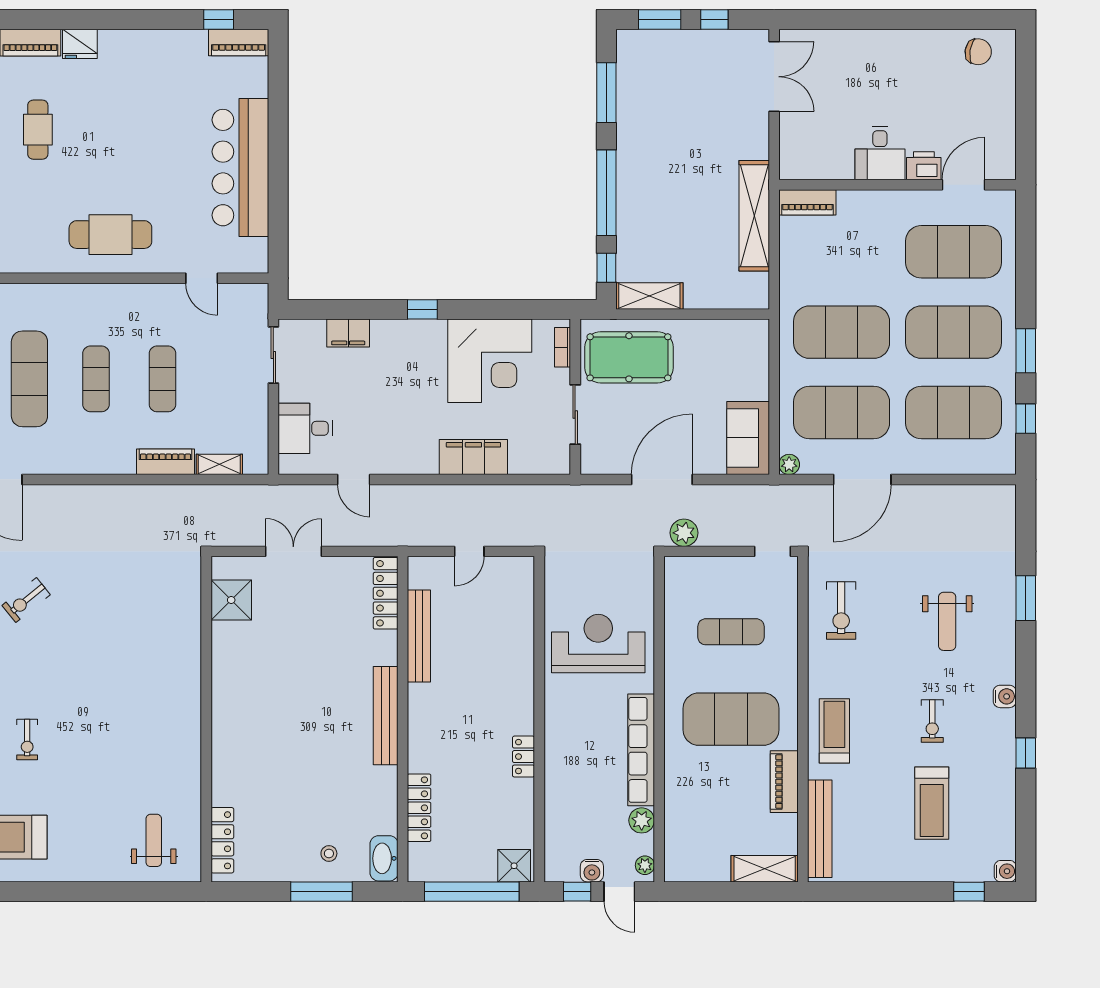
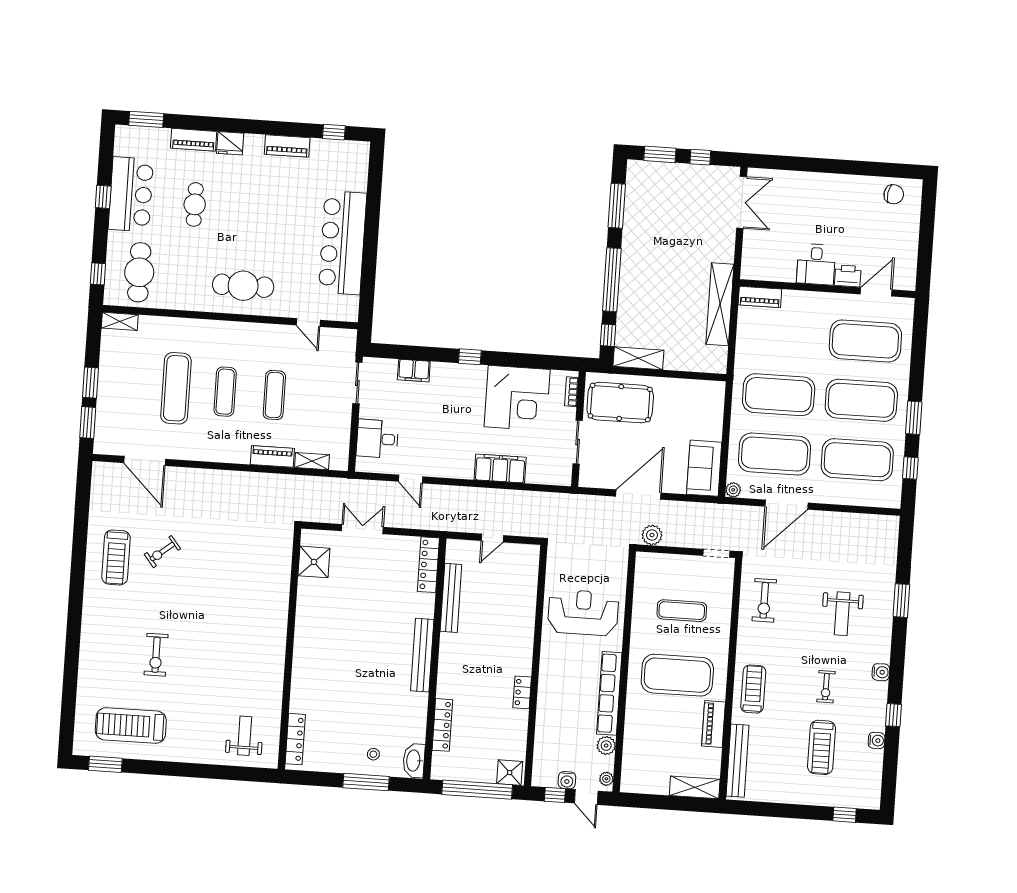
piano: (239, 42) -> (287, 146), moved
exercise bike: (27, 739) -> (156, 655), width x1.38, depth x1.39
water cooler: (1005, 871) -> (877, 740), moved

